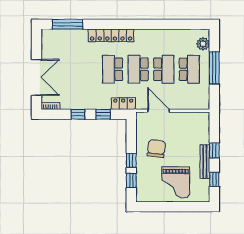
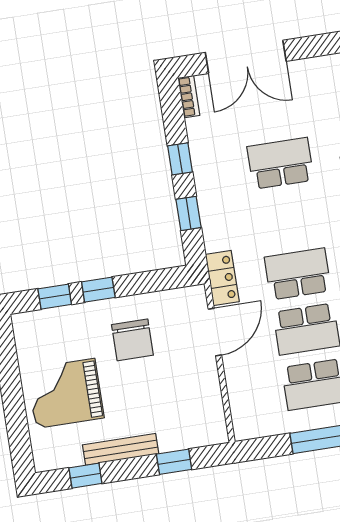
school desk: (113, 69) -> (280, 163), moved
locker: (123, 104) -> (222, 278), moved
chair: (156, 149) -> (132, 340), turned 83
window: (214, 151) -> (174, 462), moved

